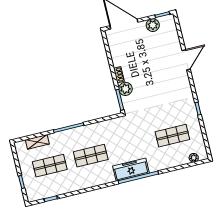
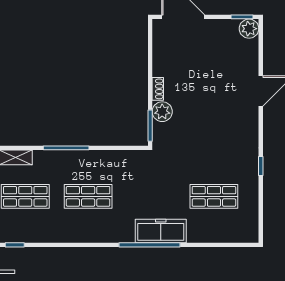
plant: (153, 25) -> (249, 29), moved
plant: (194, 158) -> (237, 236), removed
freezer: (131, 170) -> (161, 231), moved

